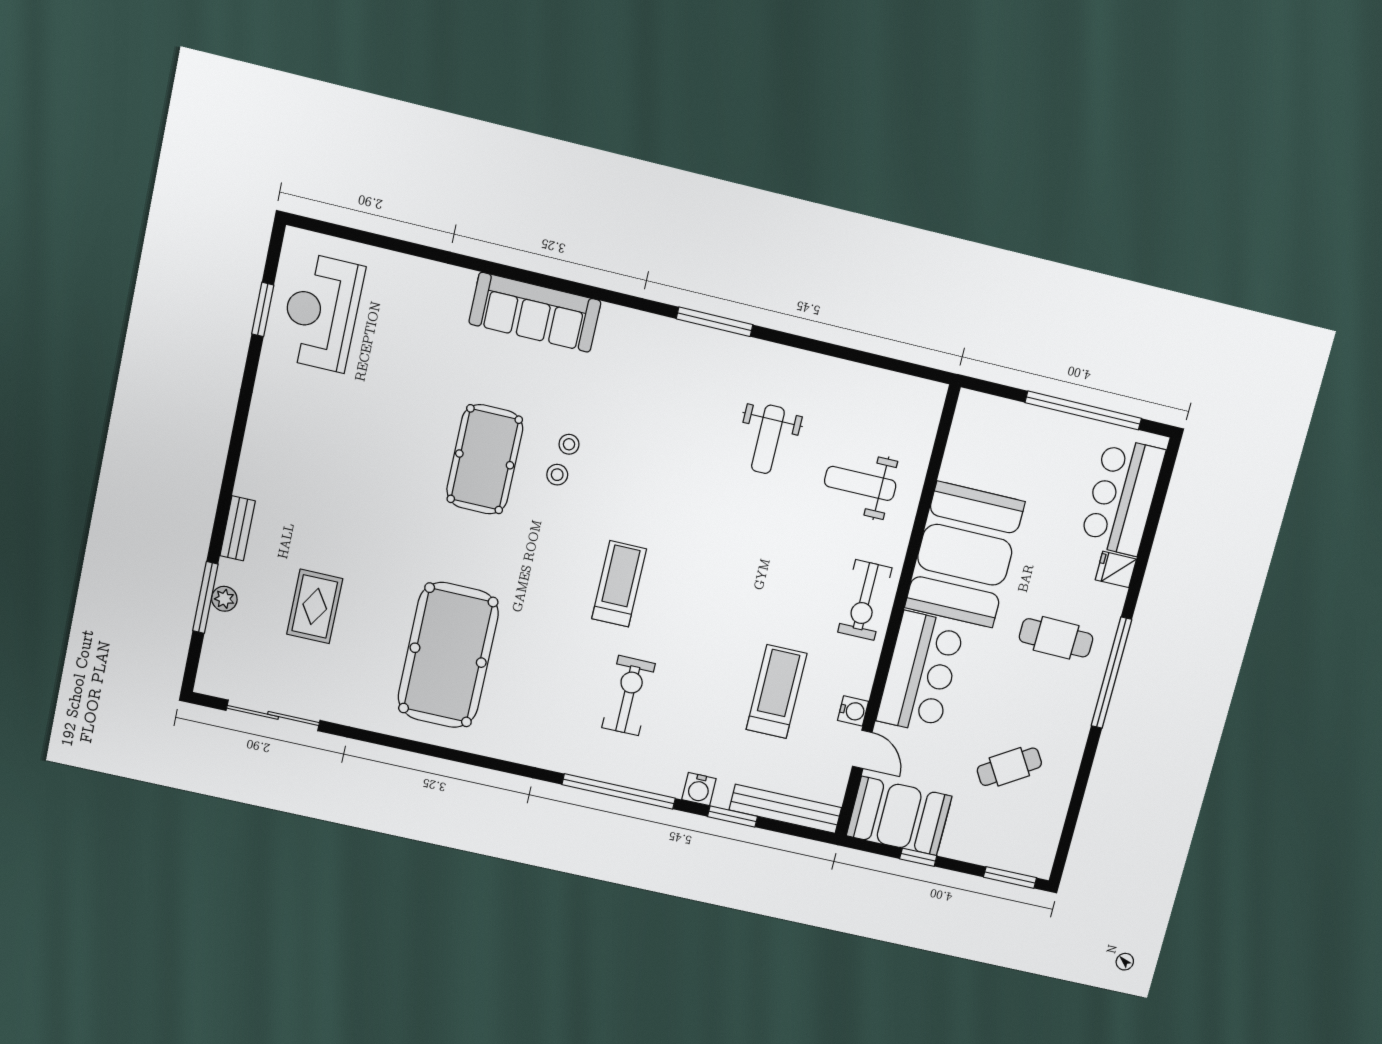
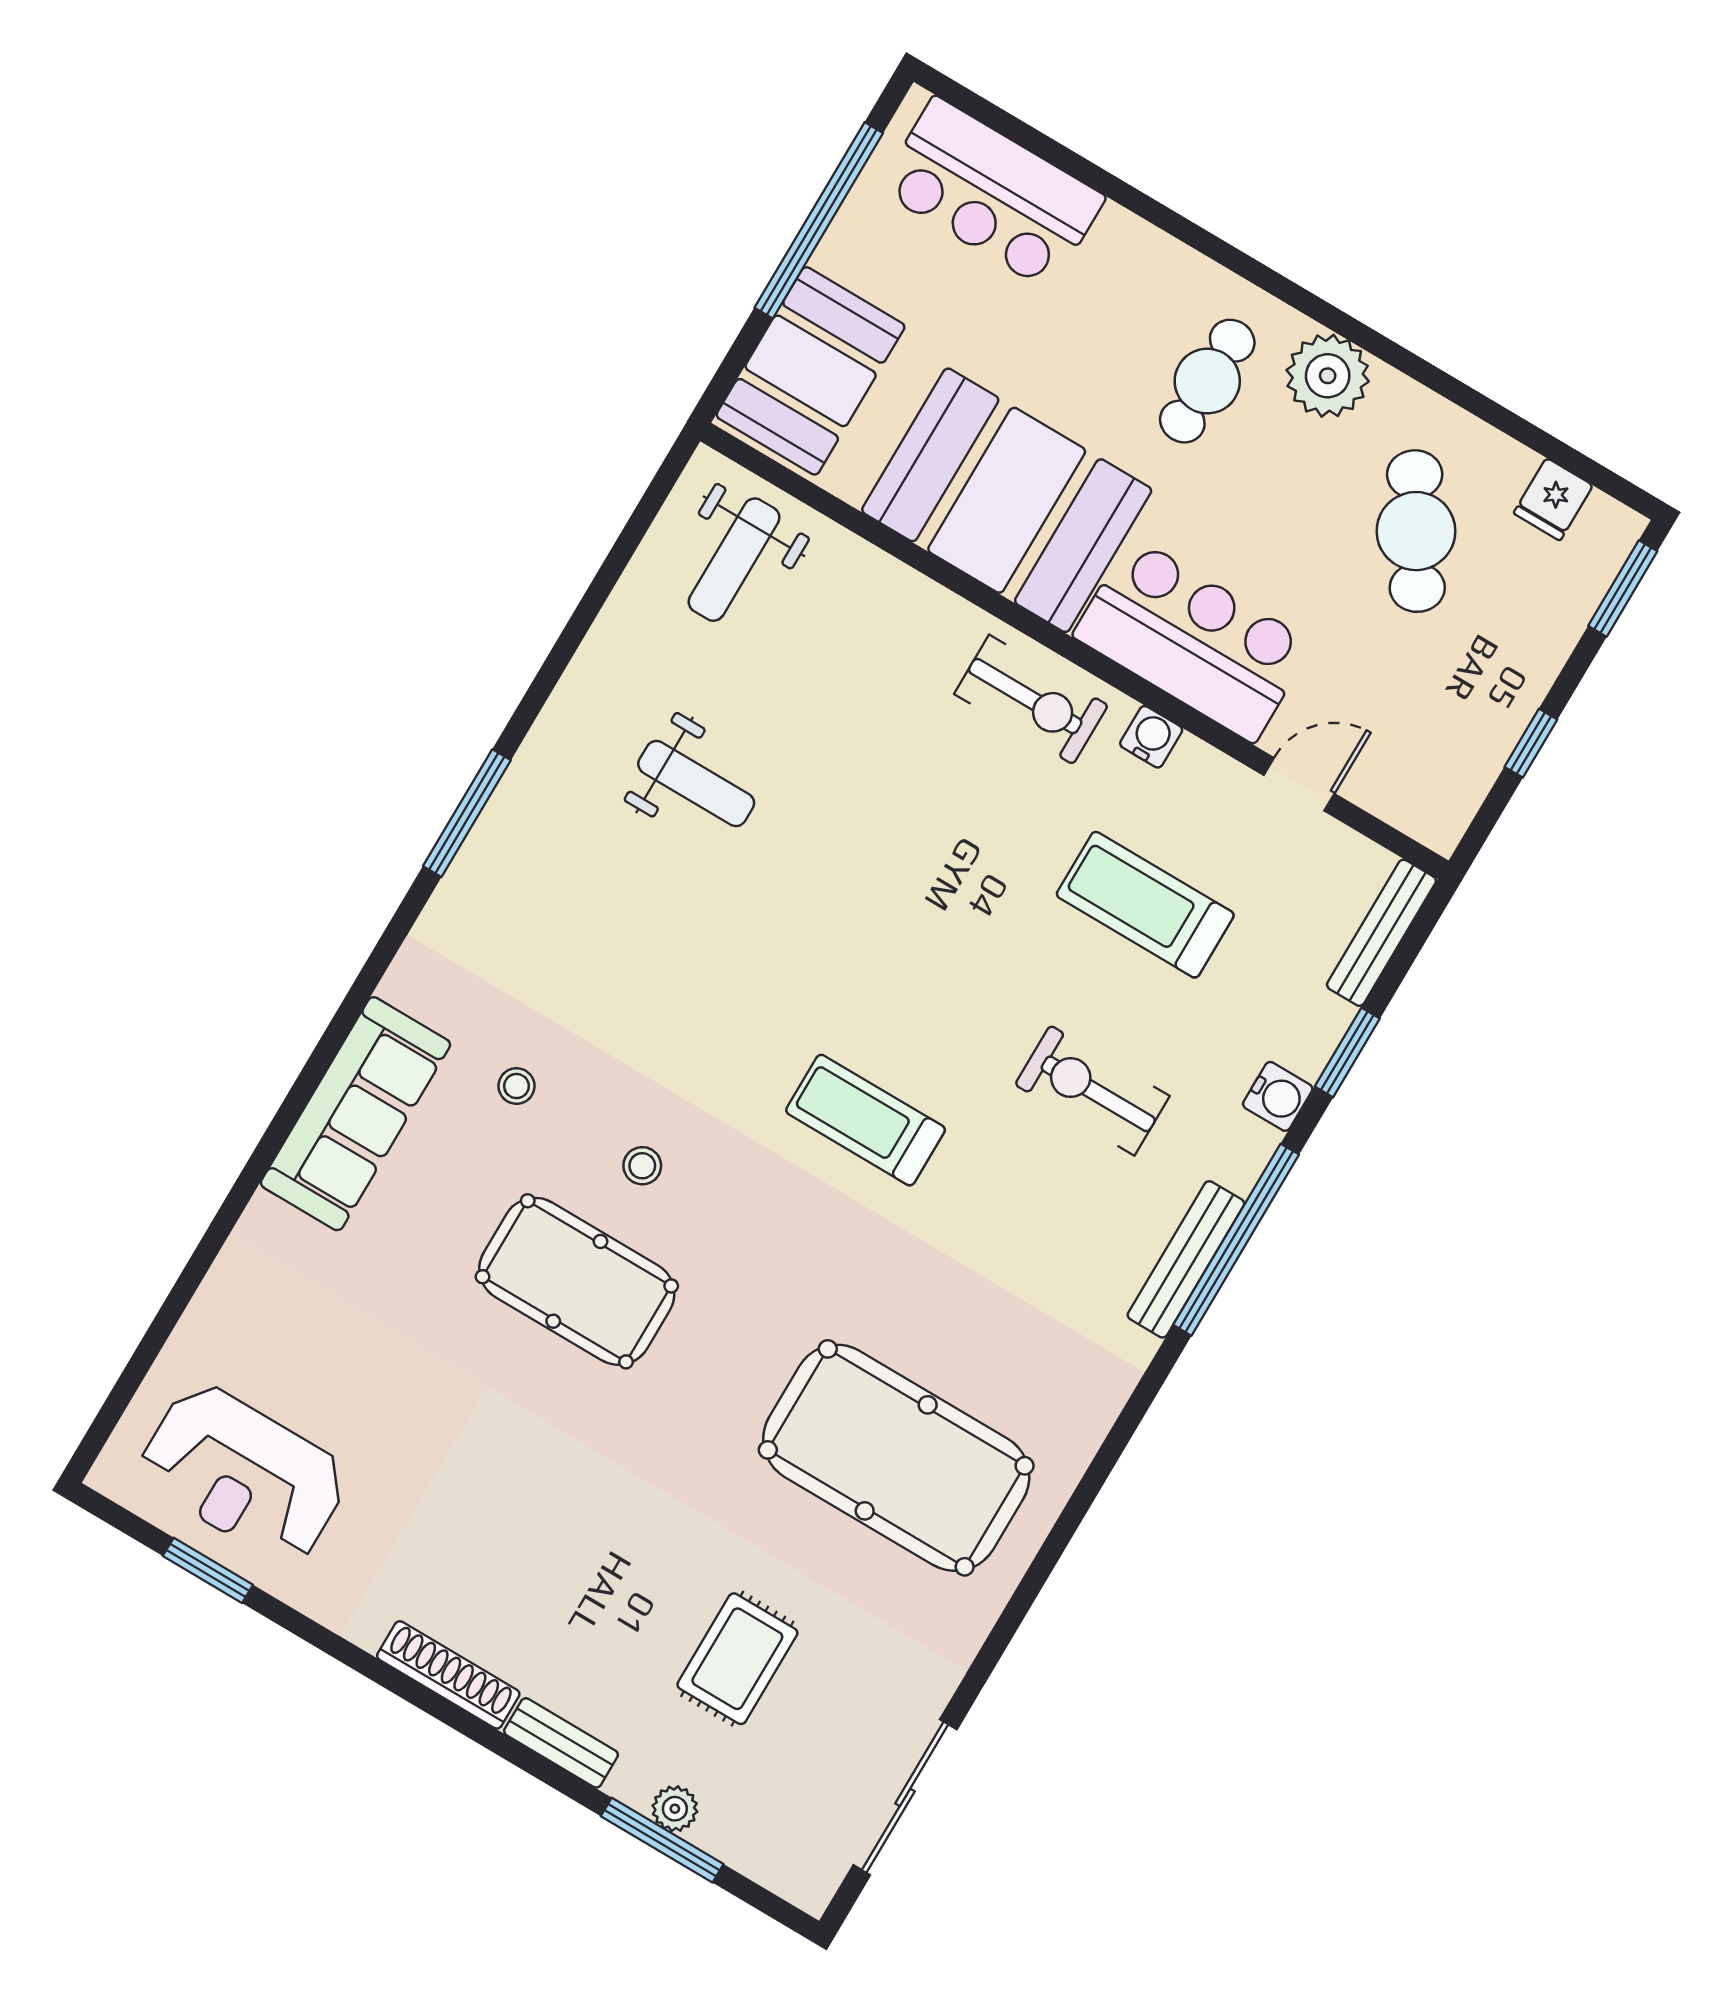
stool: (569, 444) -> (516, 1086), moved
shoe rack: (252, 457) -> (448, 1675), added
weight bench: (860, 483) -> (734, 560), moved
fridge: (1116, 569) -> (1553, 499), moved
rug: (315, 606) -> (737, 1659), turned 90
window: (1111, 673) -> (1302, 300), removed
exercise bike: (629, 696) -> (1092, 1090), moved
plant: (1076, 698) -> (1328, 376), added
water cooler: (853, 711) -> (1151, 737), moved
cafe table: (1009, 767) -> (1416, 531), width x1.37, depth x1.35
bench: (600, 770) -> (1186, 1259), added
bench: (785, 809) -> (1381, 933), width x0.73, depth x0.82
booth: (899, 816) -> (811, 371), moved

